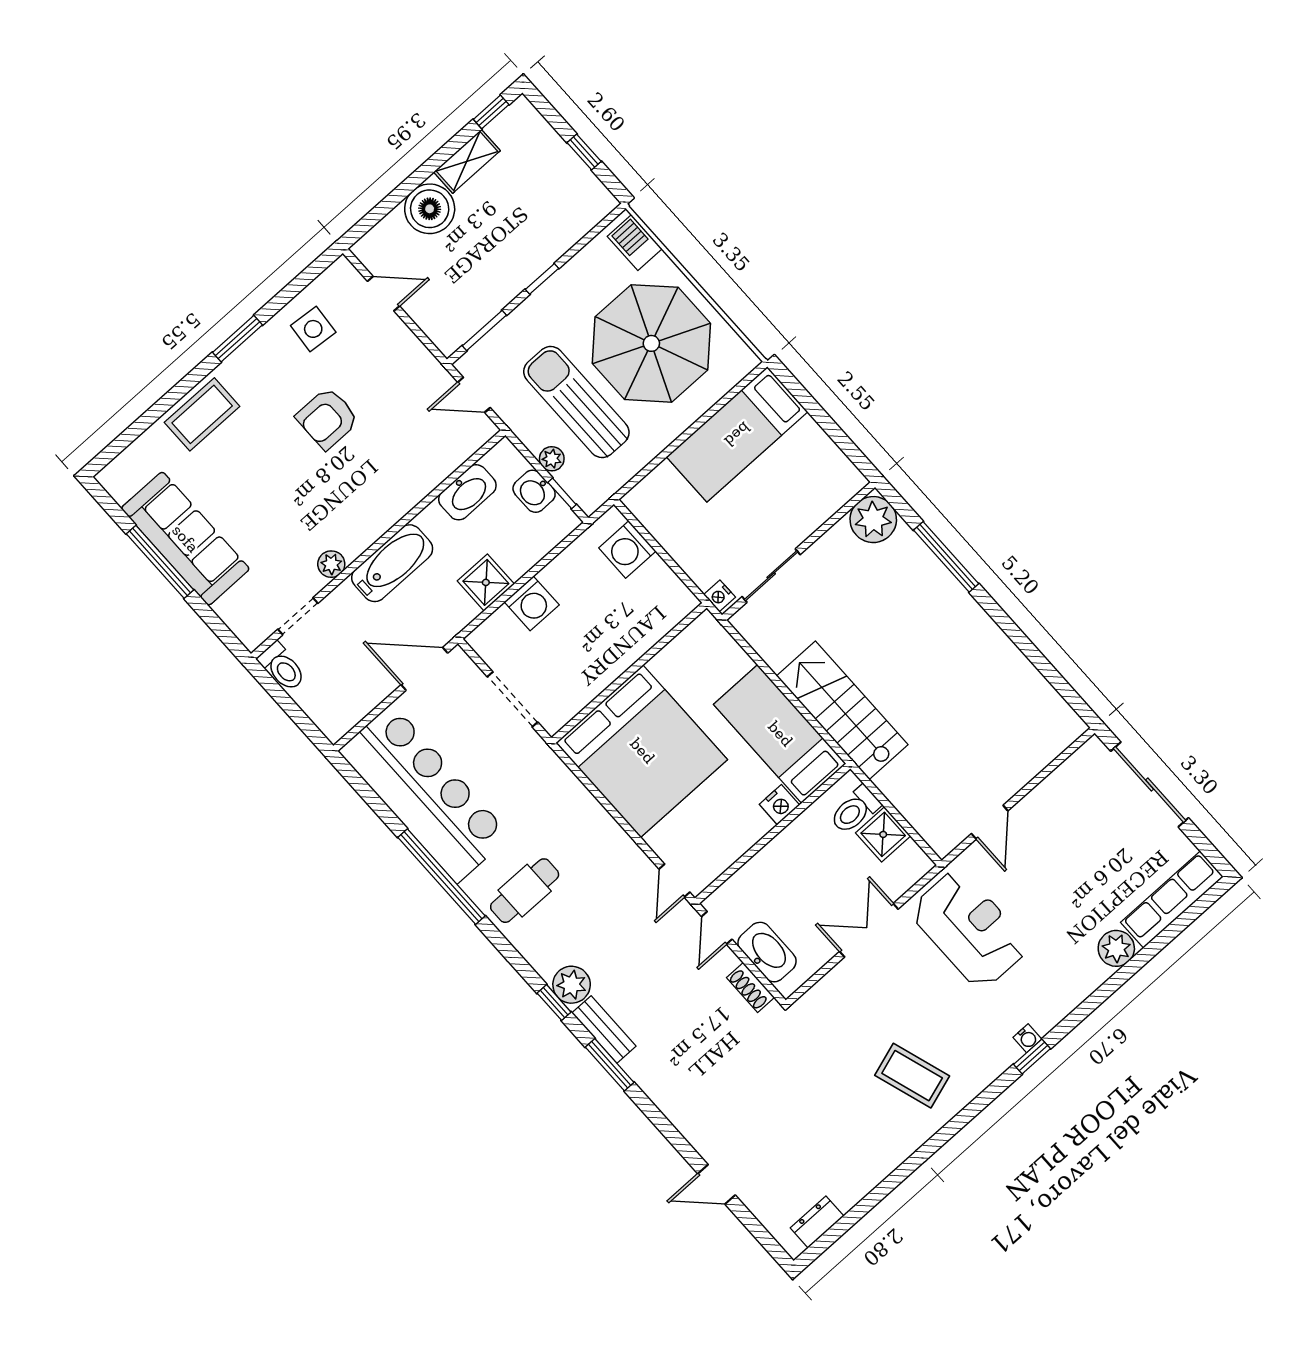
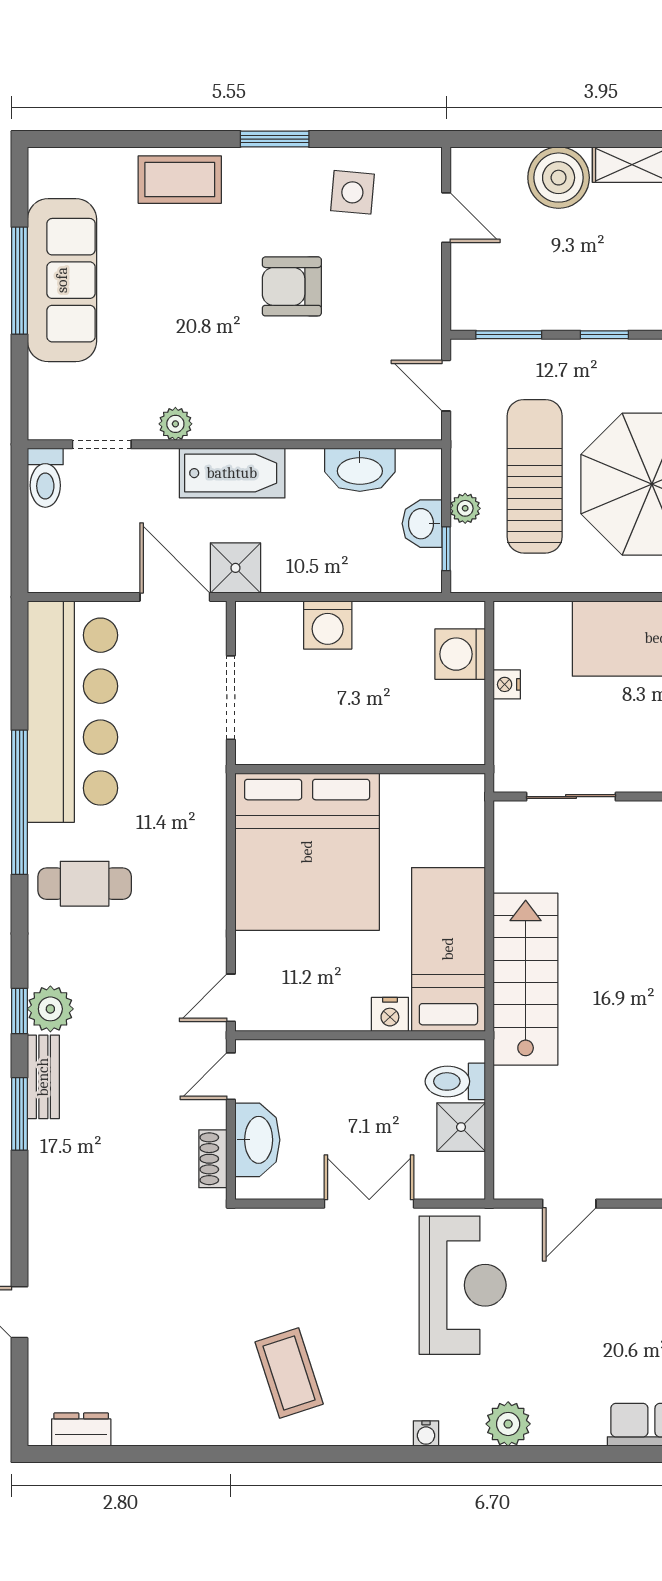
shower: (486, 582) -> (235, 568), moved
nightstand: (720, 596) -> (507, 684), moved
plant: (1116, 948) -> (508, 1424), moved
window: (1032, 1056) -> (415, 1454), removed

